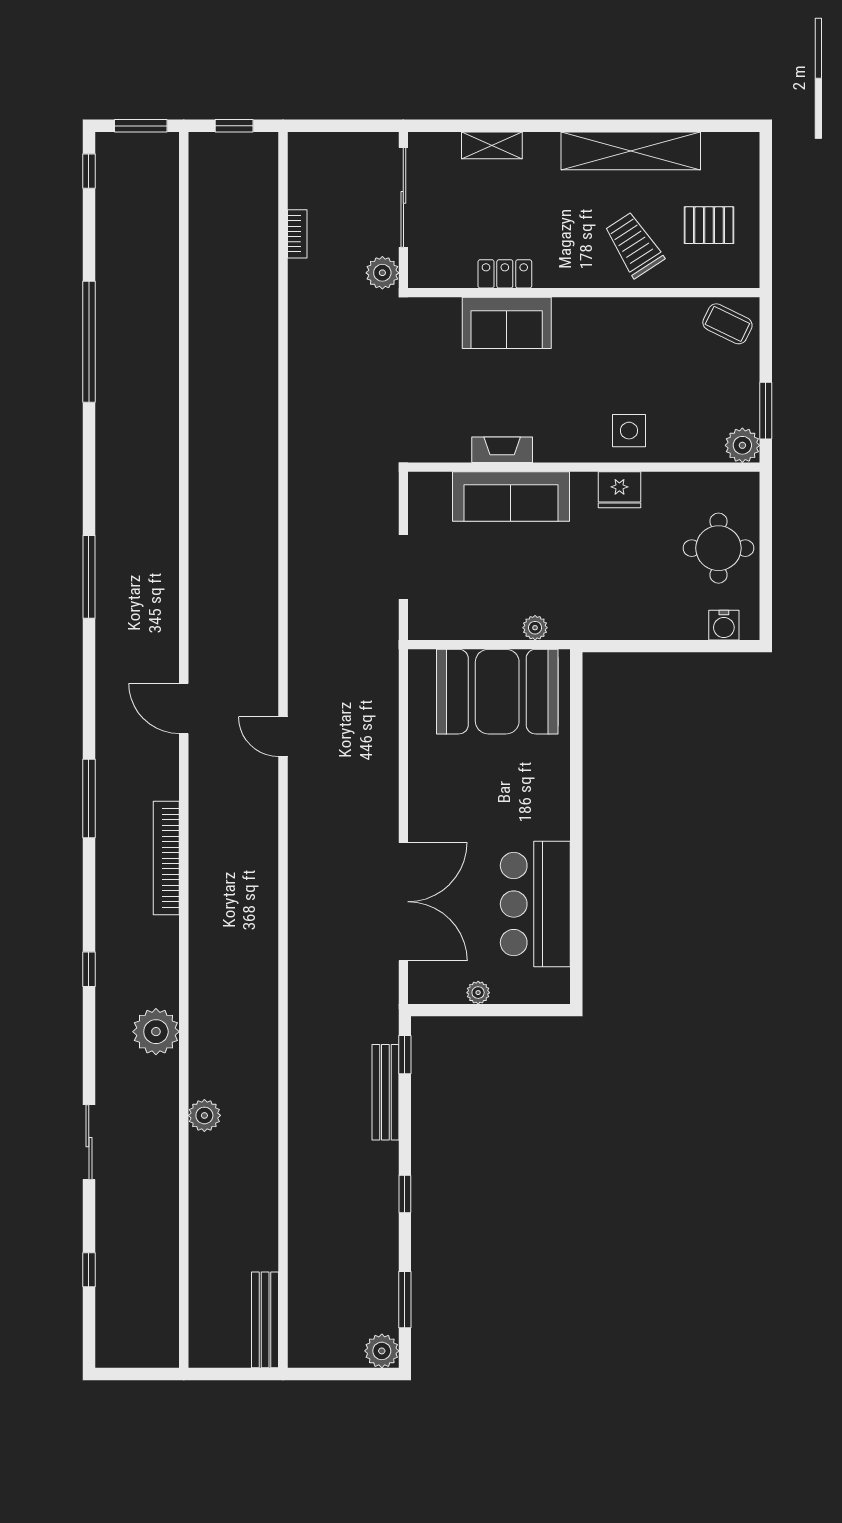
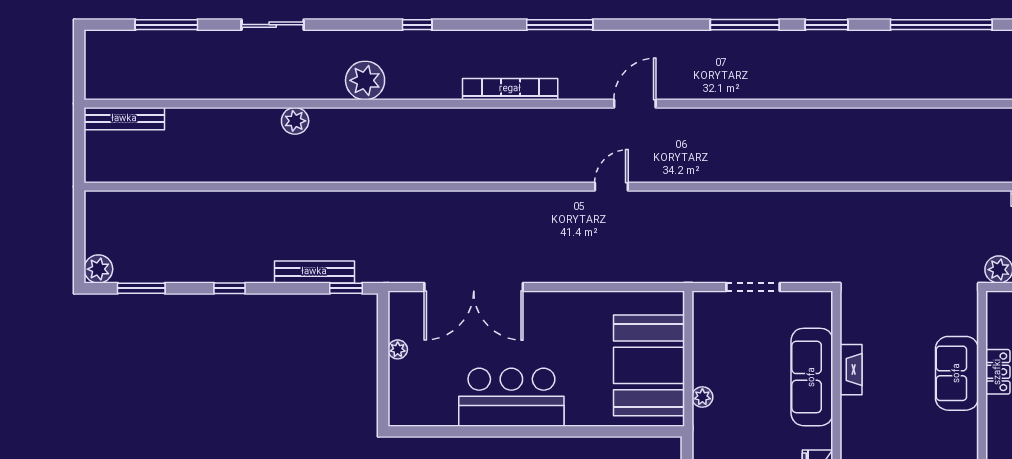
window: (89, 479) -> (827, 25), added
bar counter: (535, 904) -> (511, 397), moved
window: (89, 1270) -> (166, 25), width x2.17
bench: (265, 1320) -> (124, 119), moved

